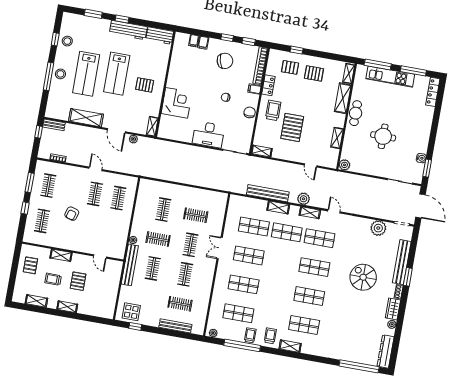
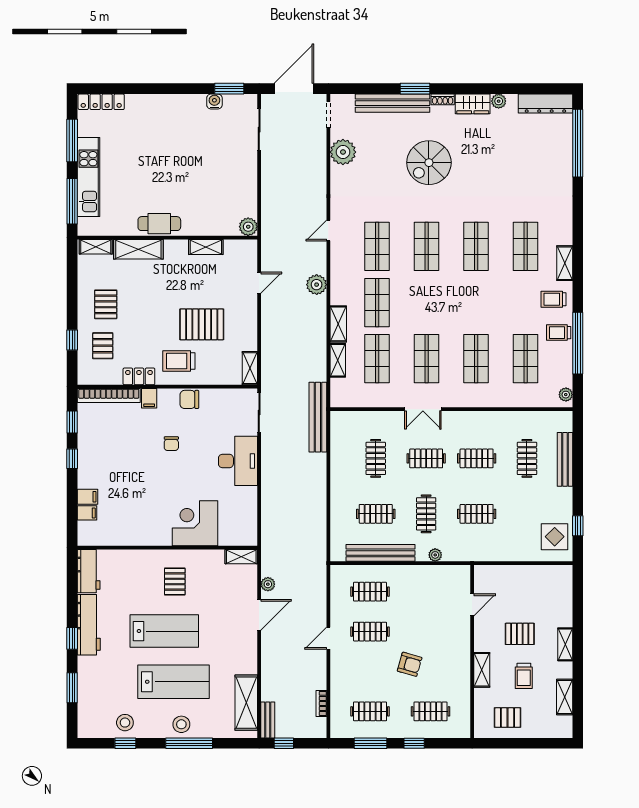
chair: (225, 61) -> (111, 456), removed
shelving: (86, 118) -> (246, 703), moved
round table: (383, 136) -> (190, 171), removed
bench: (268, 193) -> (318, 417), moved
shelving: (310, 213) -> (338, 360), moved
bench: (130, 265) -> (381, 553), moved

